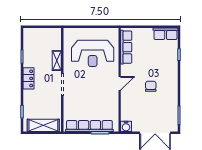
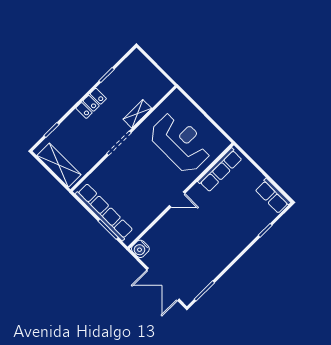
reception desk: (93, 53) -> (180, 143), turned 180
chair: (151, 86) -> (205, 234), removed

